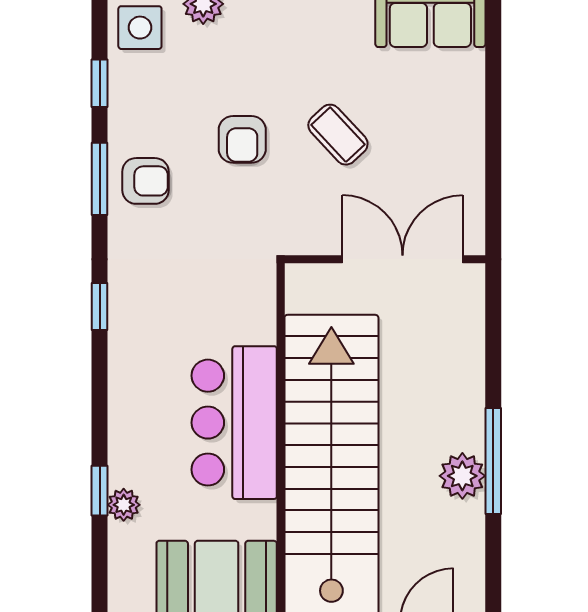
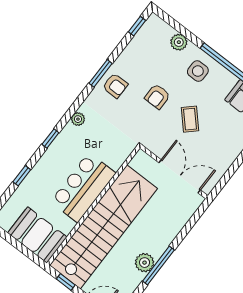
side table: (140, 28) -> (198, 71), moved
window: (100, 83) -> (137, 26), moved
window: (100, 307) -> (50, 138), moved
plant: (124, 505) -> (78, 119), moved

